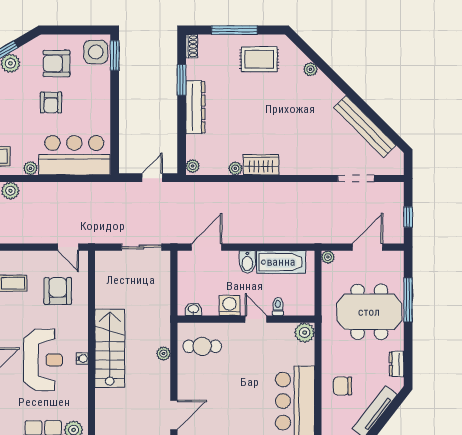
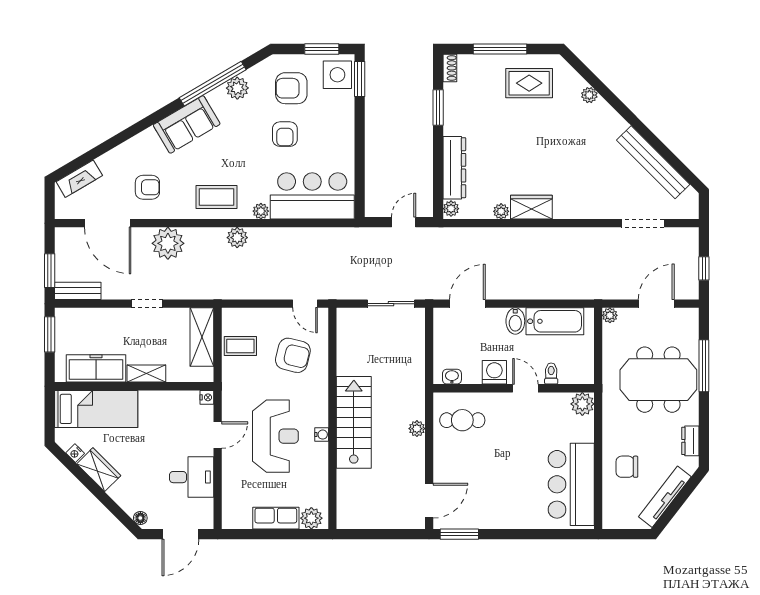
window: (82, 30) -> (322, 49), added
dresser: (195, 107) -> (454, 168), moved
armchair: (58, 291) -> (293, 355), turned 104

